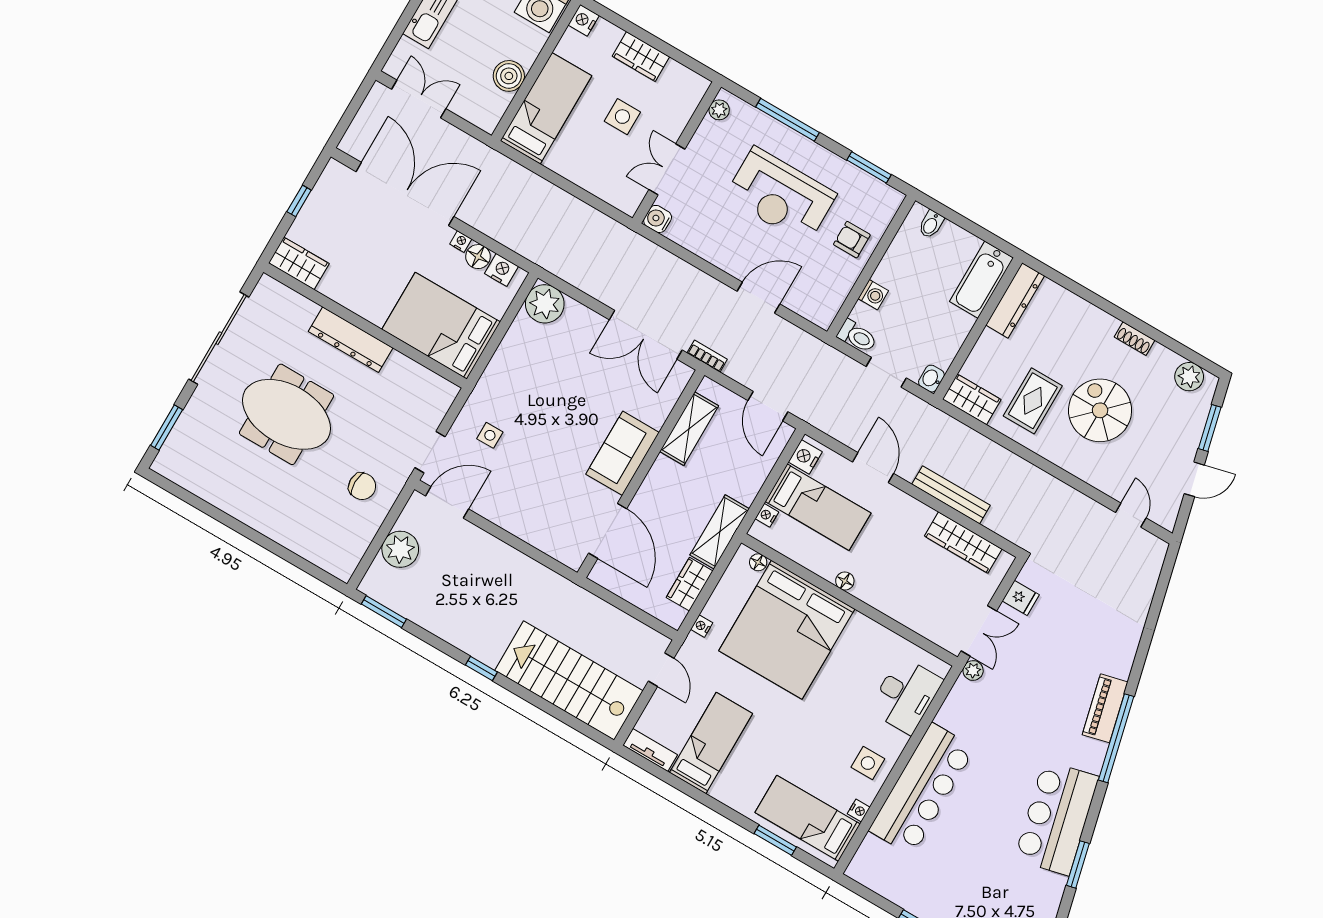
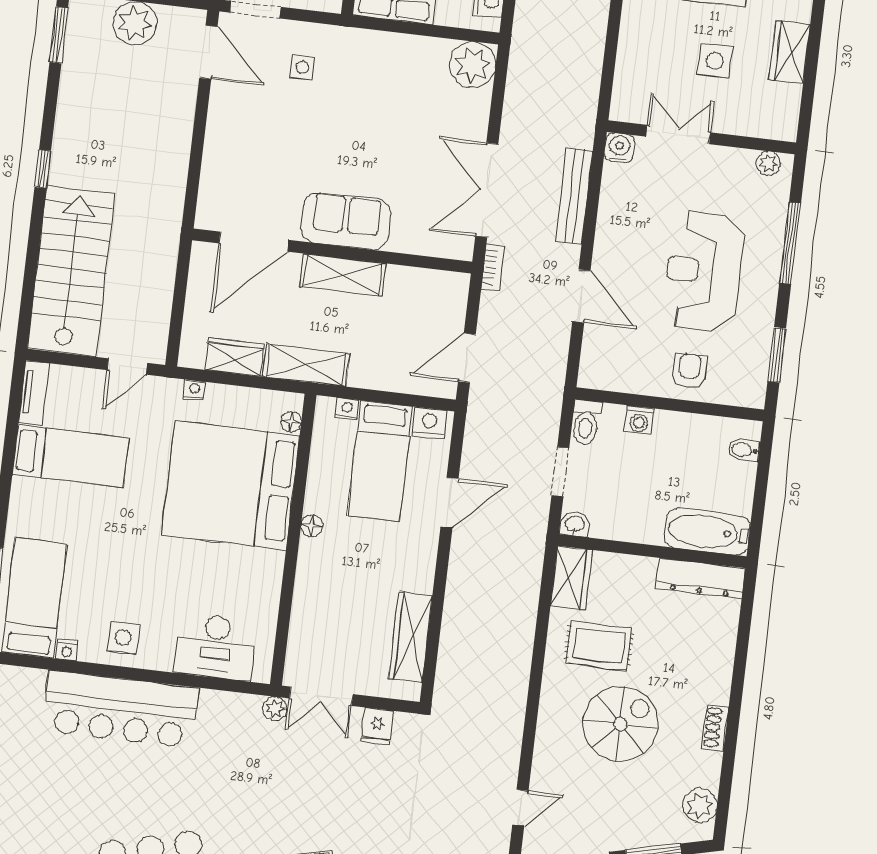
shelving: (689, 429) -> (343, 275), moved
bench: (951, 495) -> (574, 196), moved

